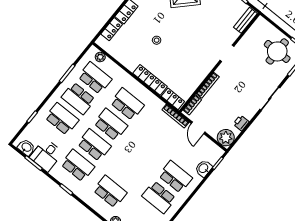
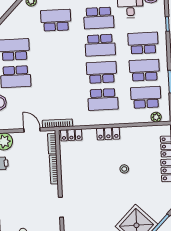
school desk: (95, 78) -> (146, 97), turned 180
locker: (150, 80) -> (108, 134), width x0.66
school desk: (62, 119) -> (143, 43), turned 180
school desk: (111, 125) -> (102, 72), turned 180
school desk: (110, 192) -> (56, 20), turned 180

